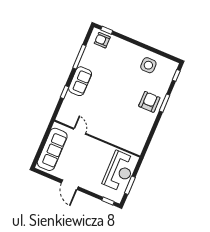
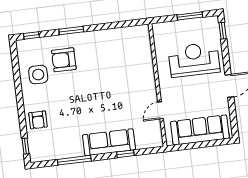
armchair: (102, 40) -> (38, 120), moved
sofa: (80, 81) -> (109, 142), width x1.36
armchair: (149, 102) -> (64, 60), moved
reception desk: (119, 171) -> (194, 60), moved

